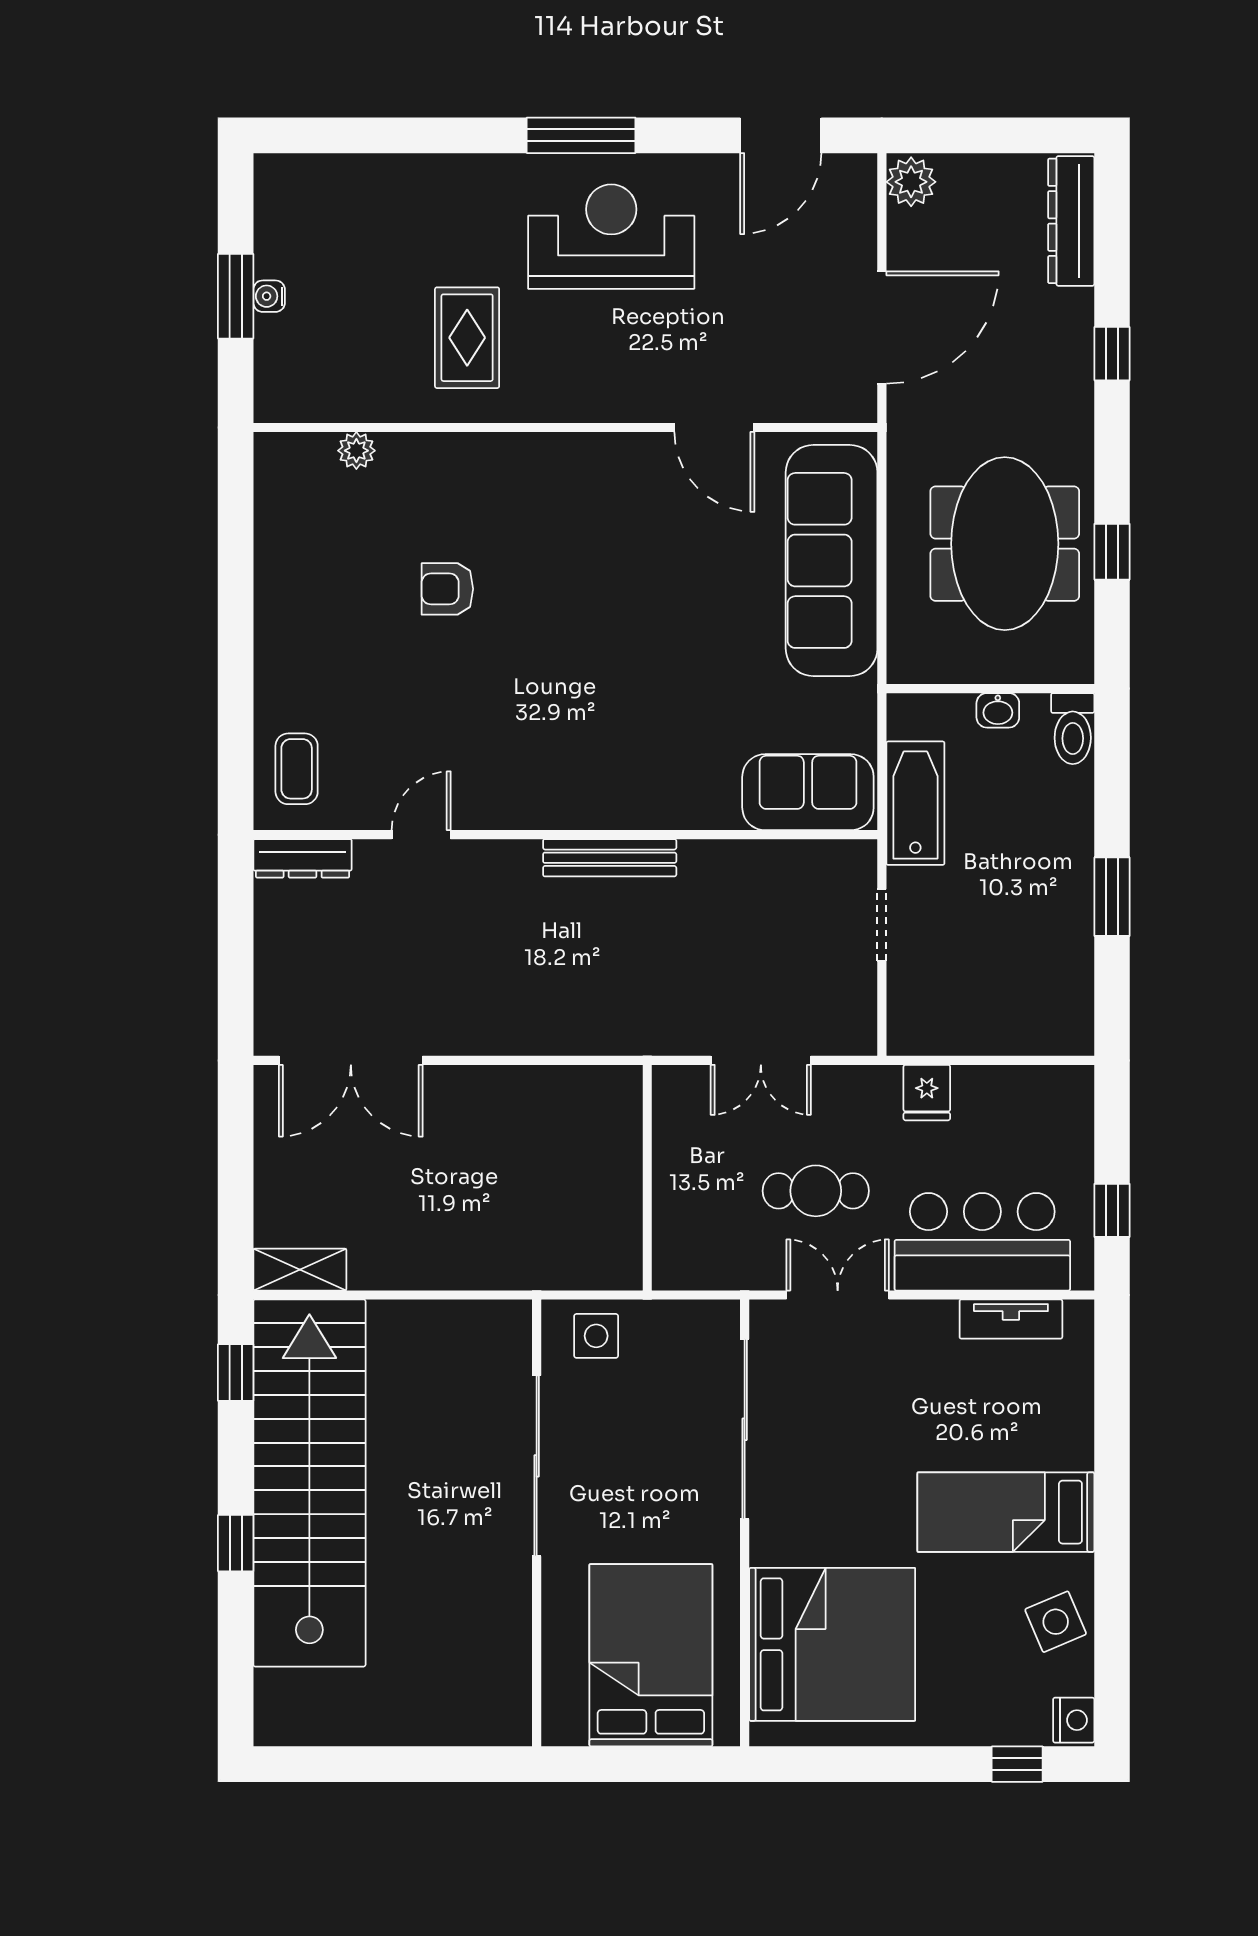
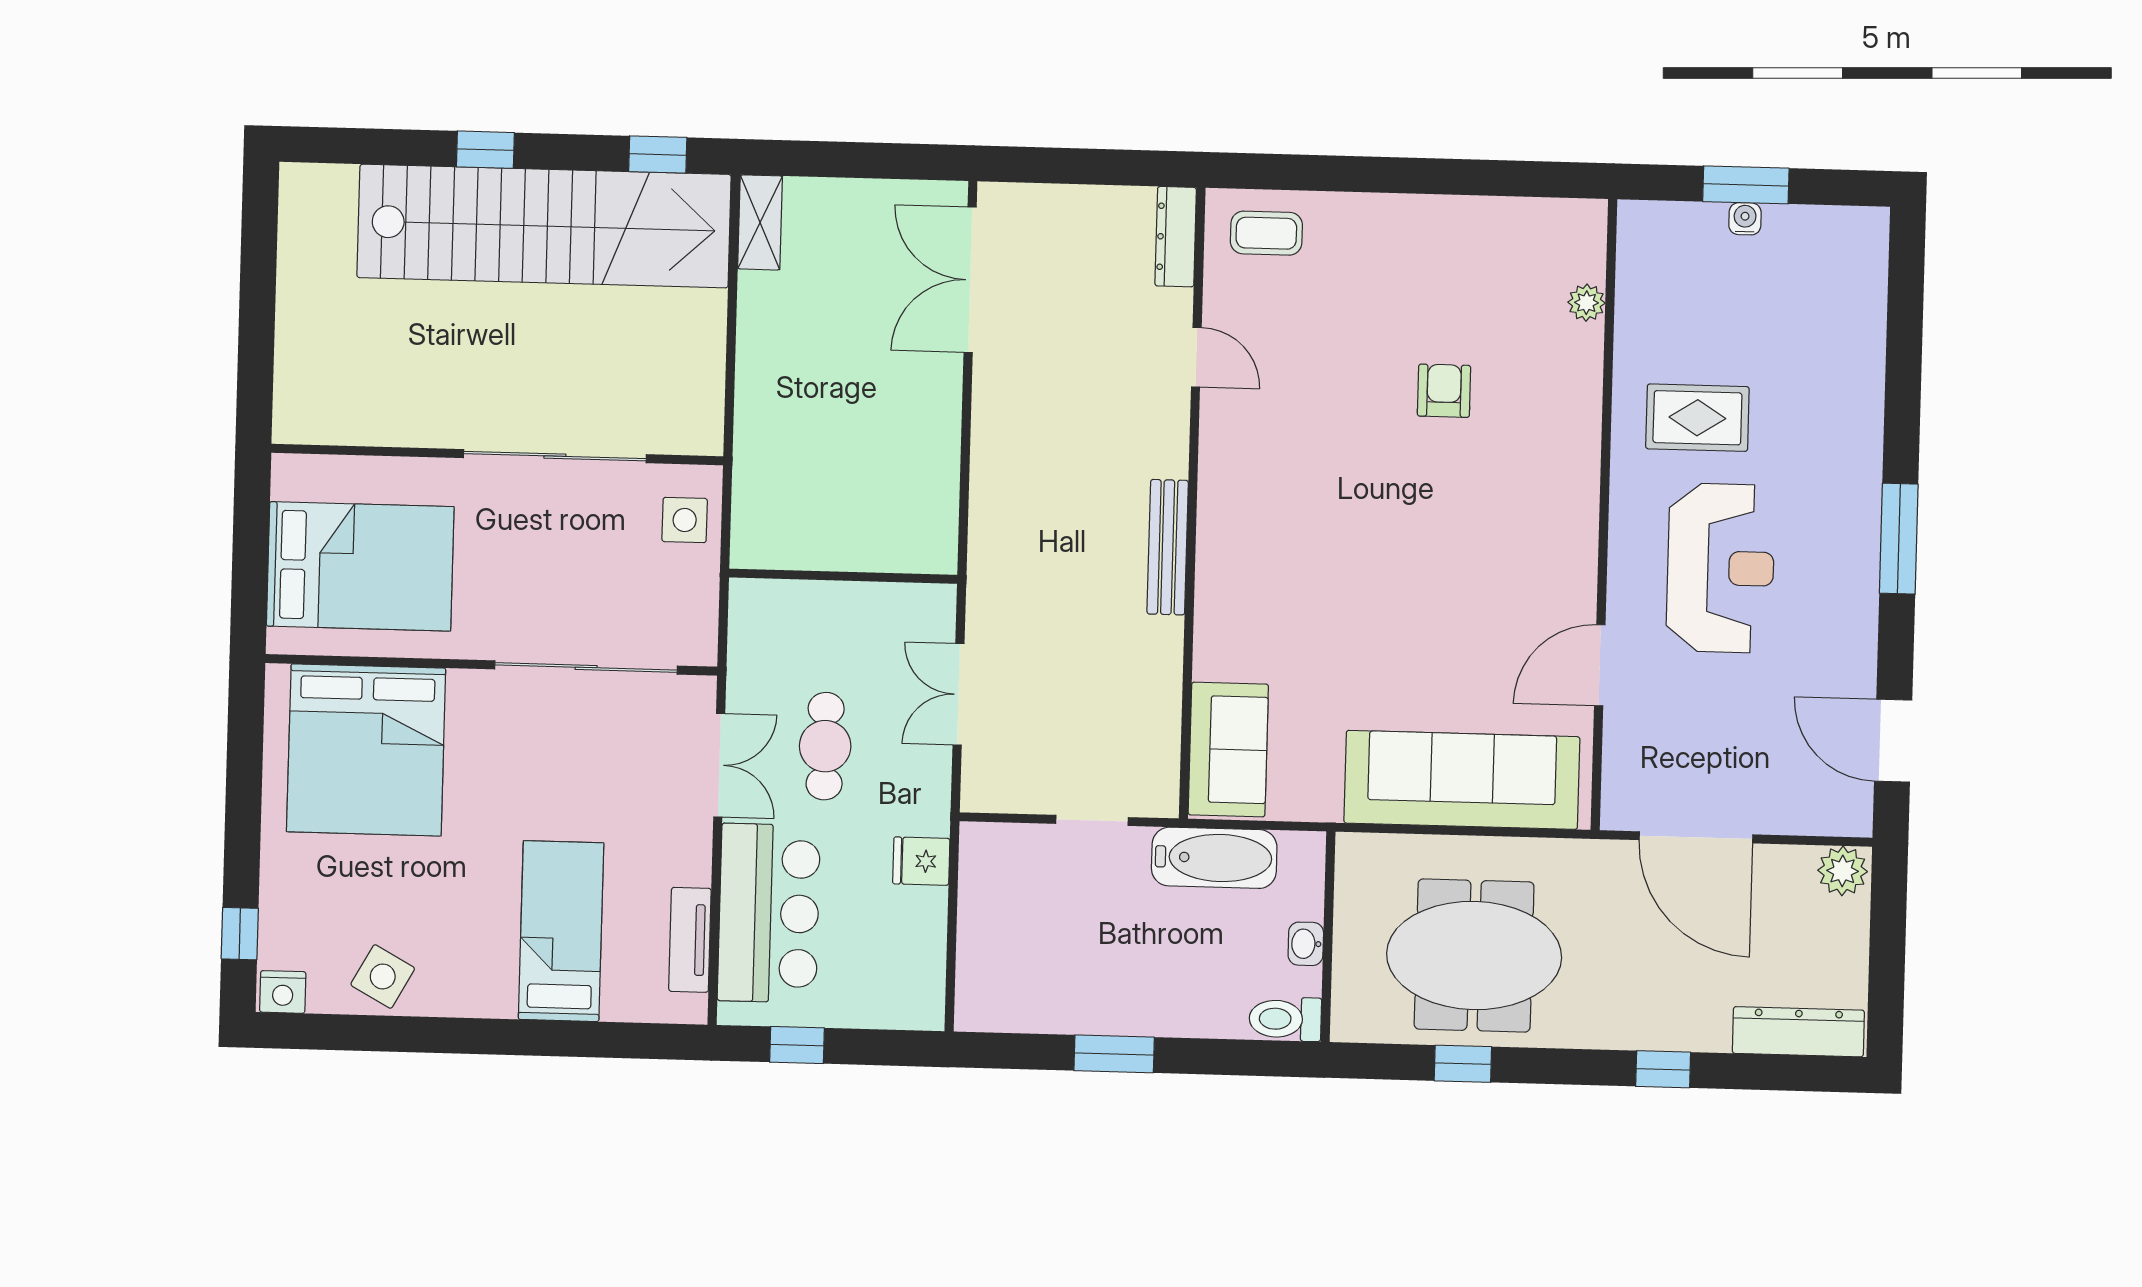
reception desk: (611, 237) -> (1721, 568), moved
bed: (1006, 1512) -> (561, 931), moved
side table: (1056, 1622) -> (383, 976), turned -38

